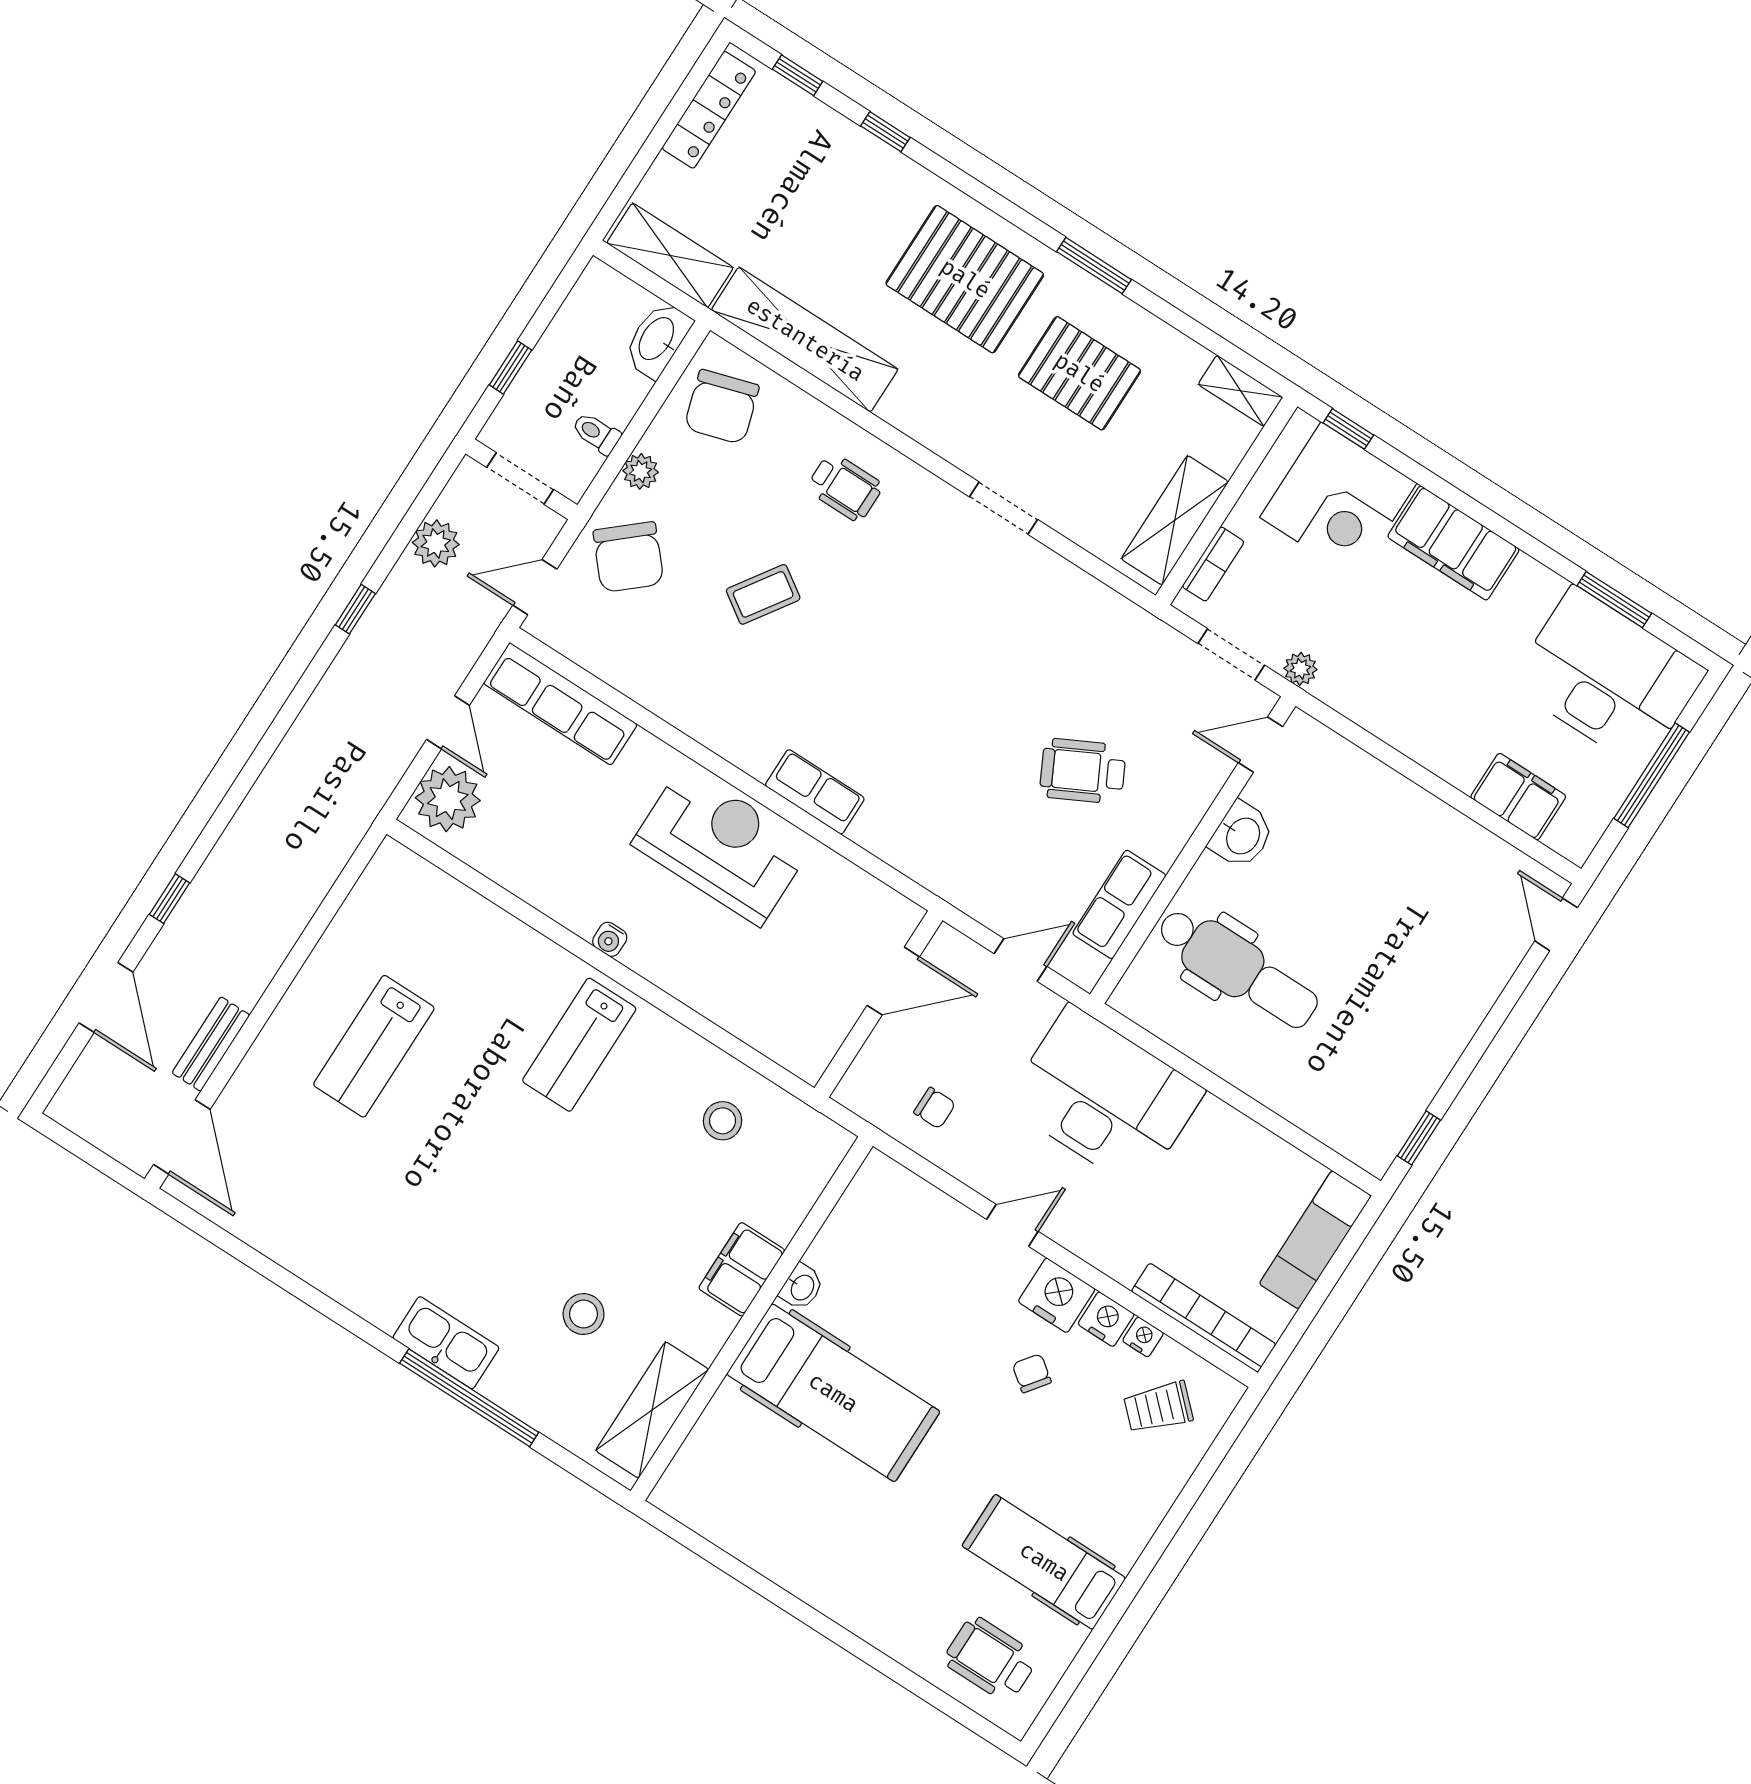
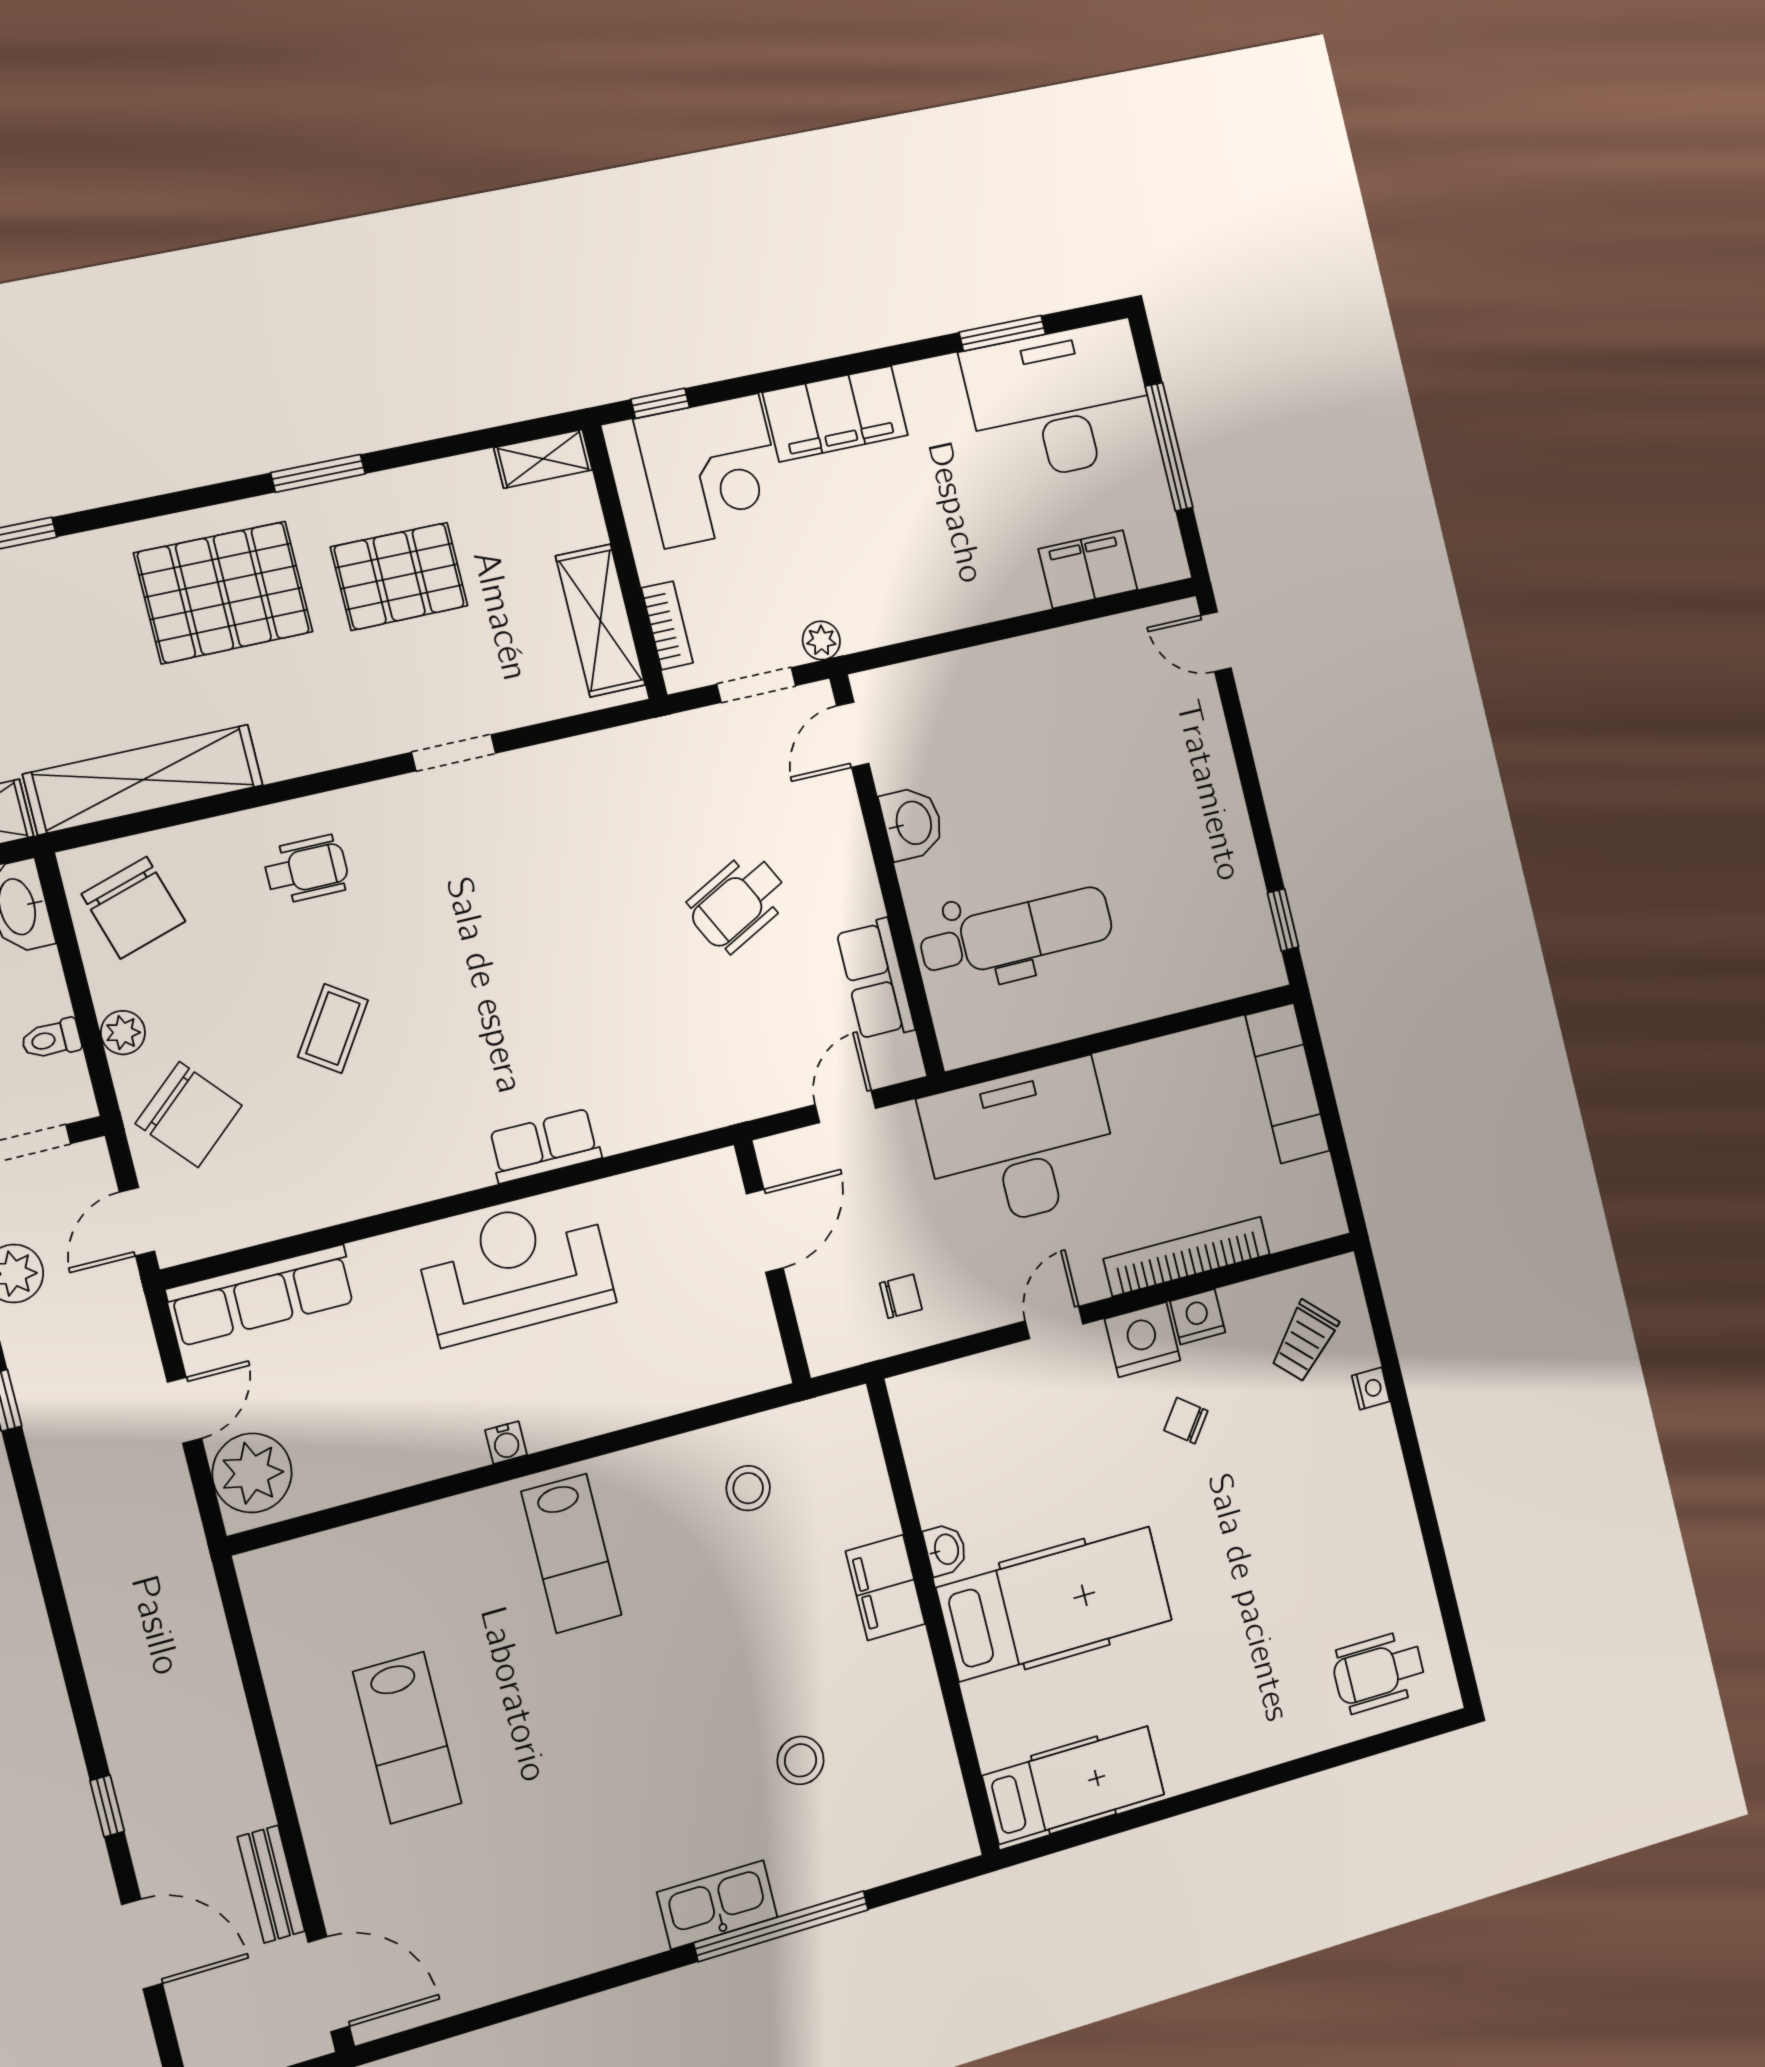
door: (448, 722) -> (184, 1410), hinge flipped
bookcase: (1204, 1318) -> (1187, 1257), moved
nightstand: (1143, 1337) -> (1371, 1388), moved, turned 90
shelving: (652, 1410) -> (932, 1774), removed
hospital bed: (1044, 1562) -> (1073, 1785), moved, turned 180

